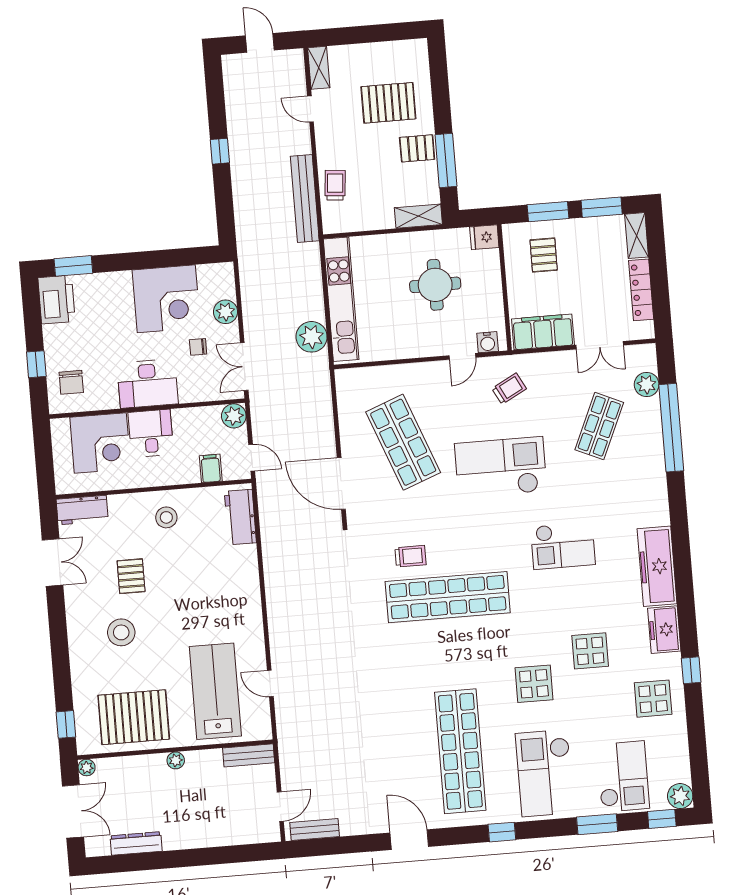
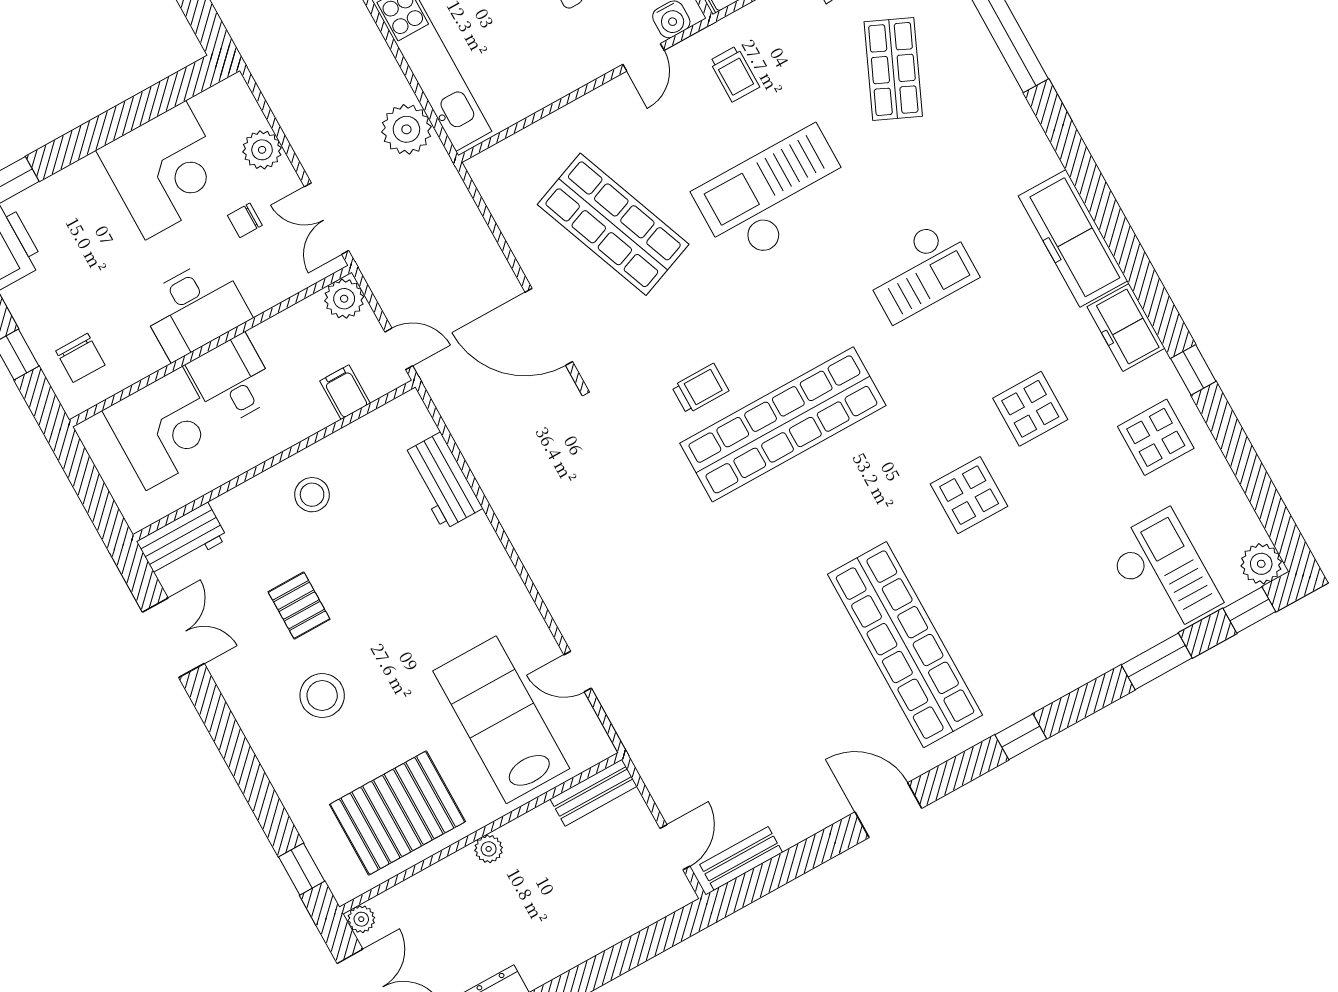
trolley: (509, 389) -> (734, 74), turned 118
workbench: (240, 517) -> (442, 481), moved
checkout: (545, 773) -> (1045, 620), removed

